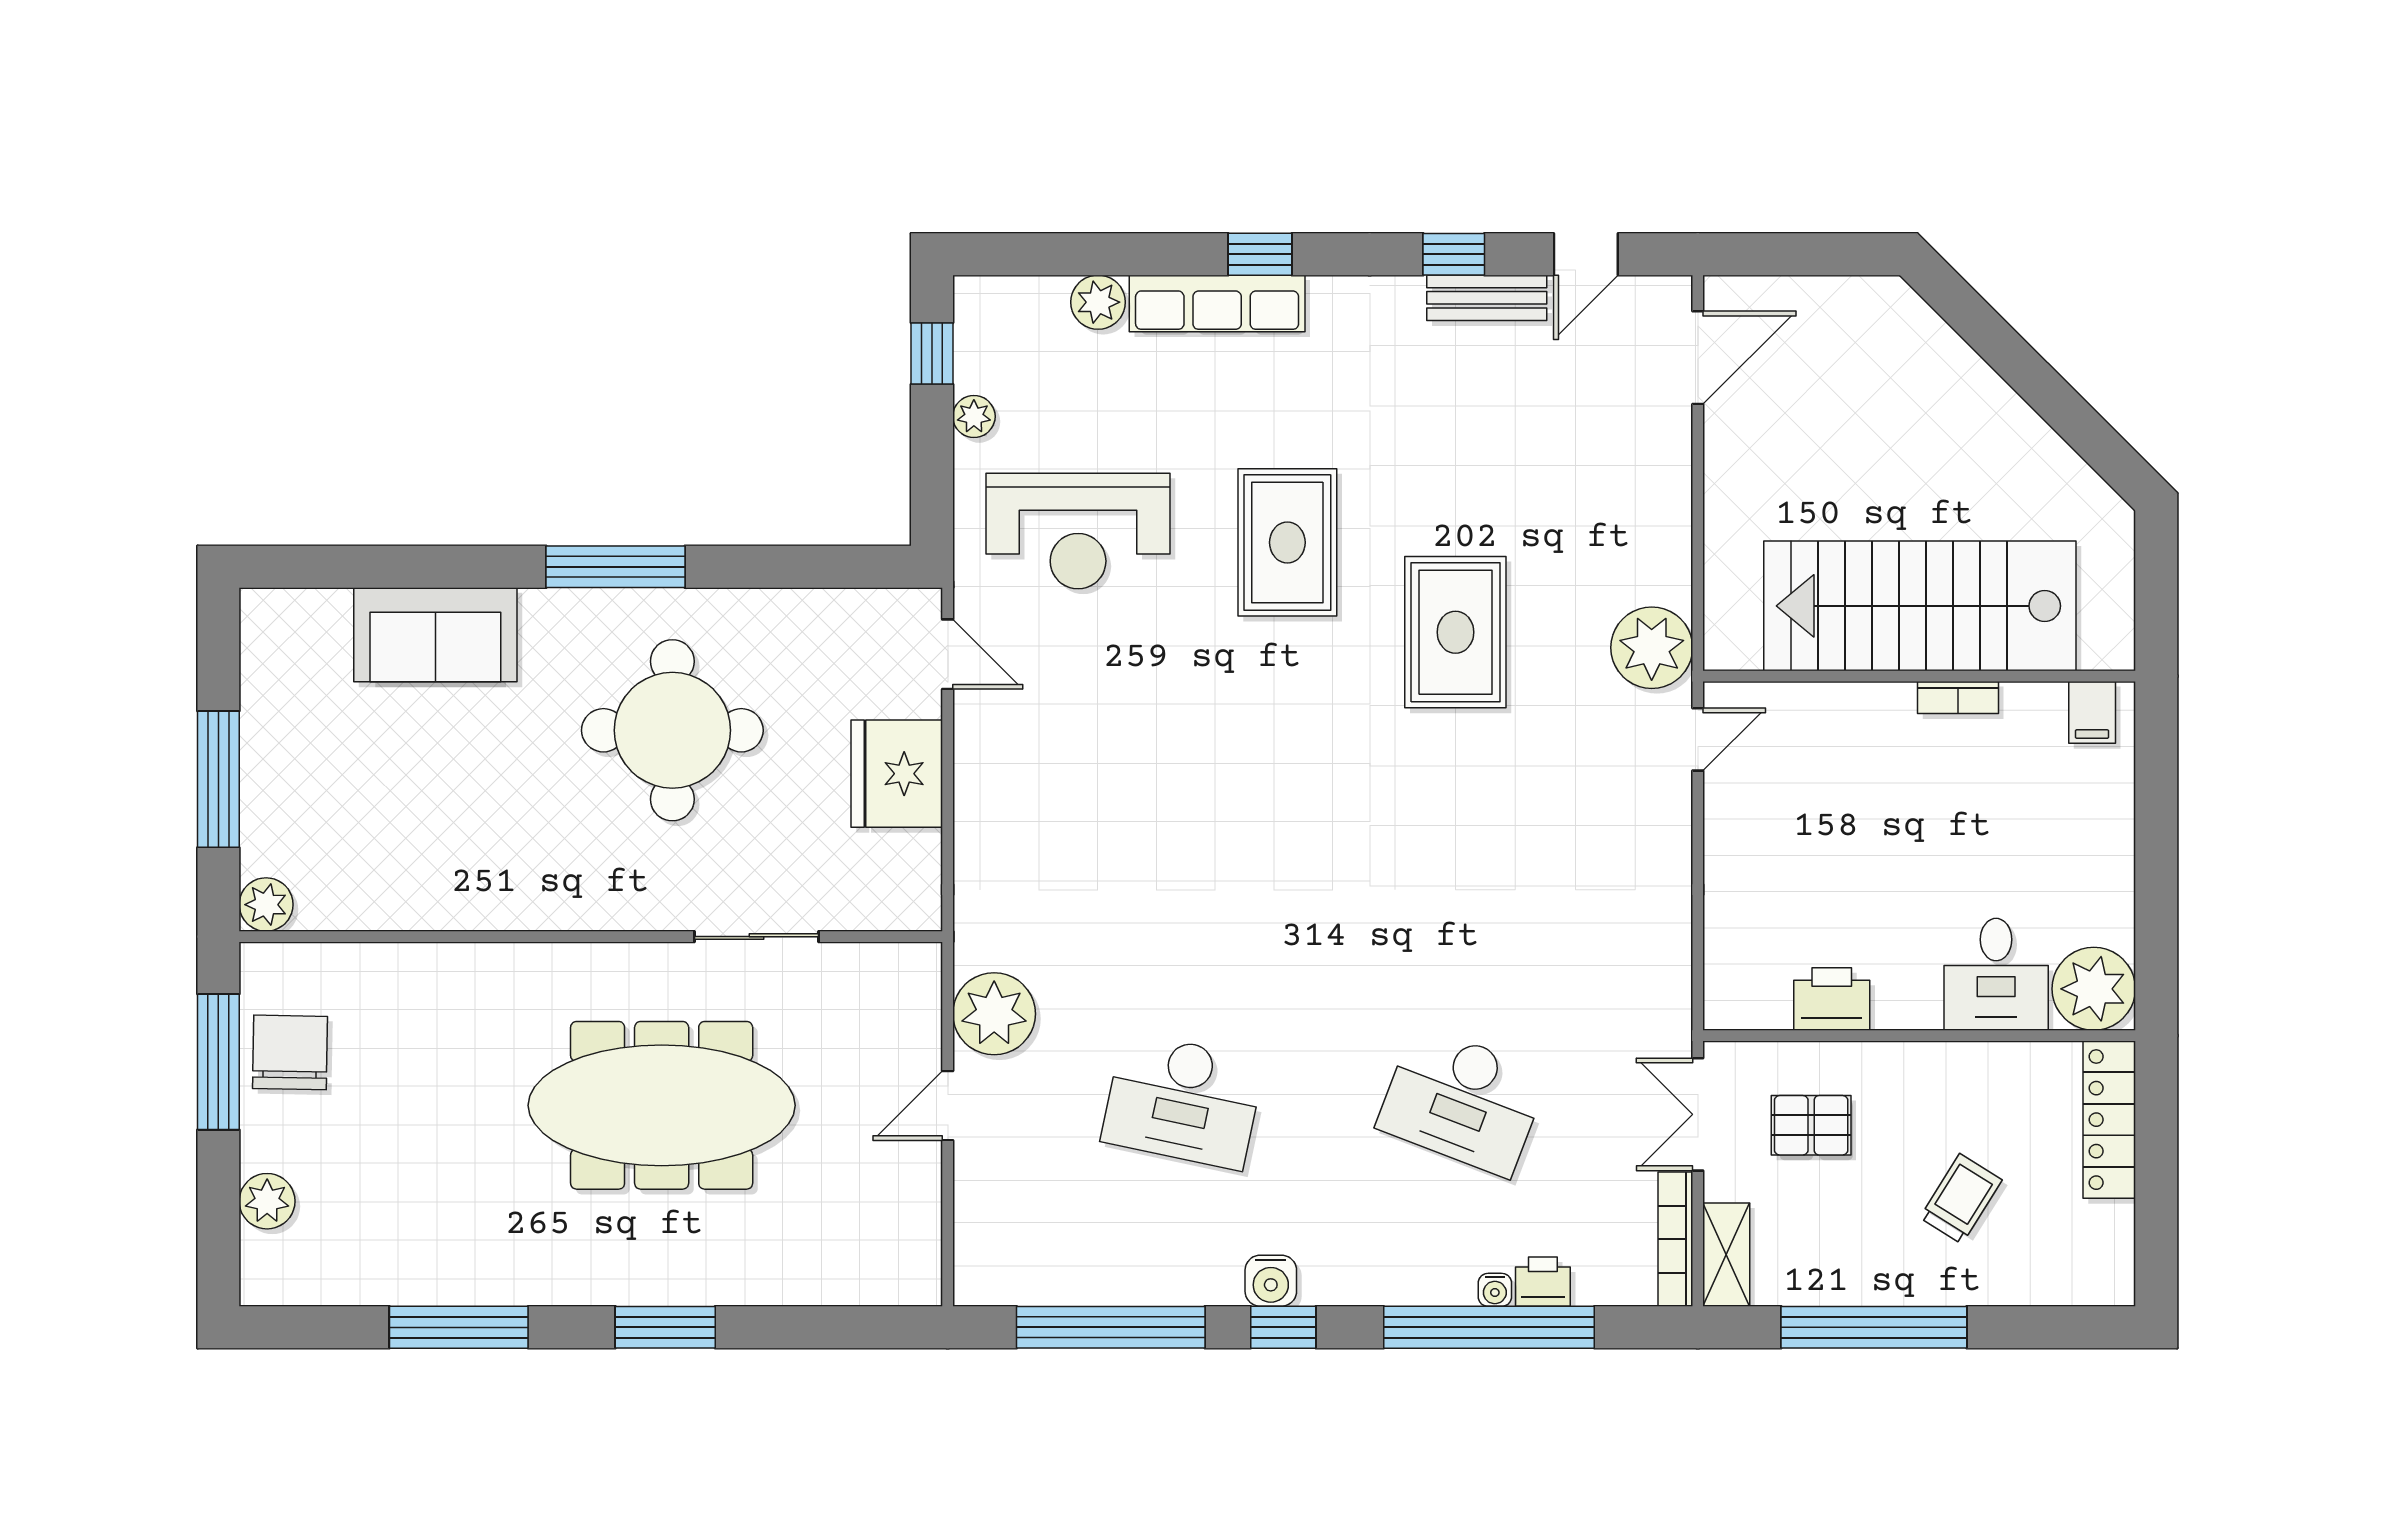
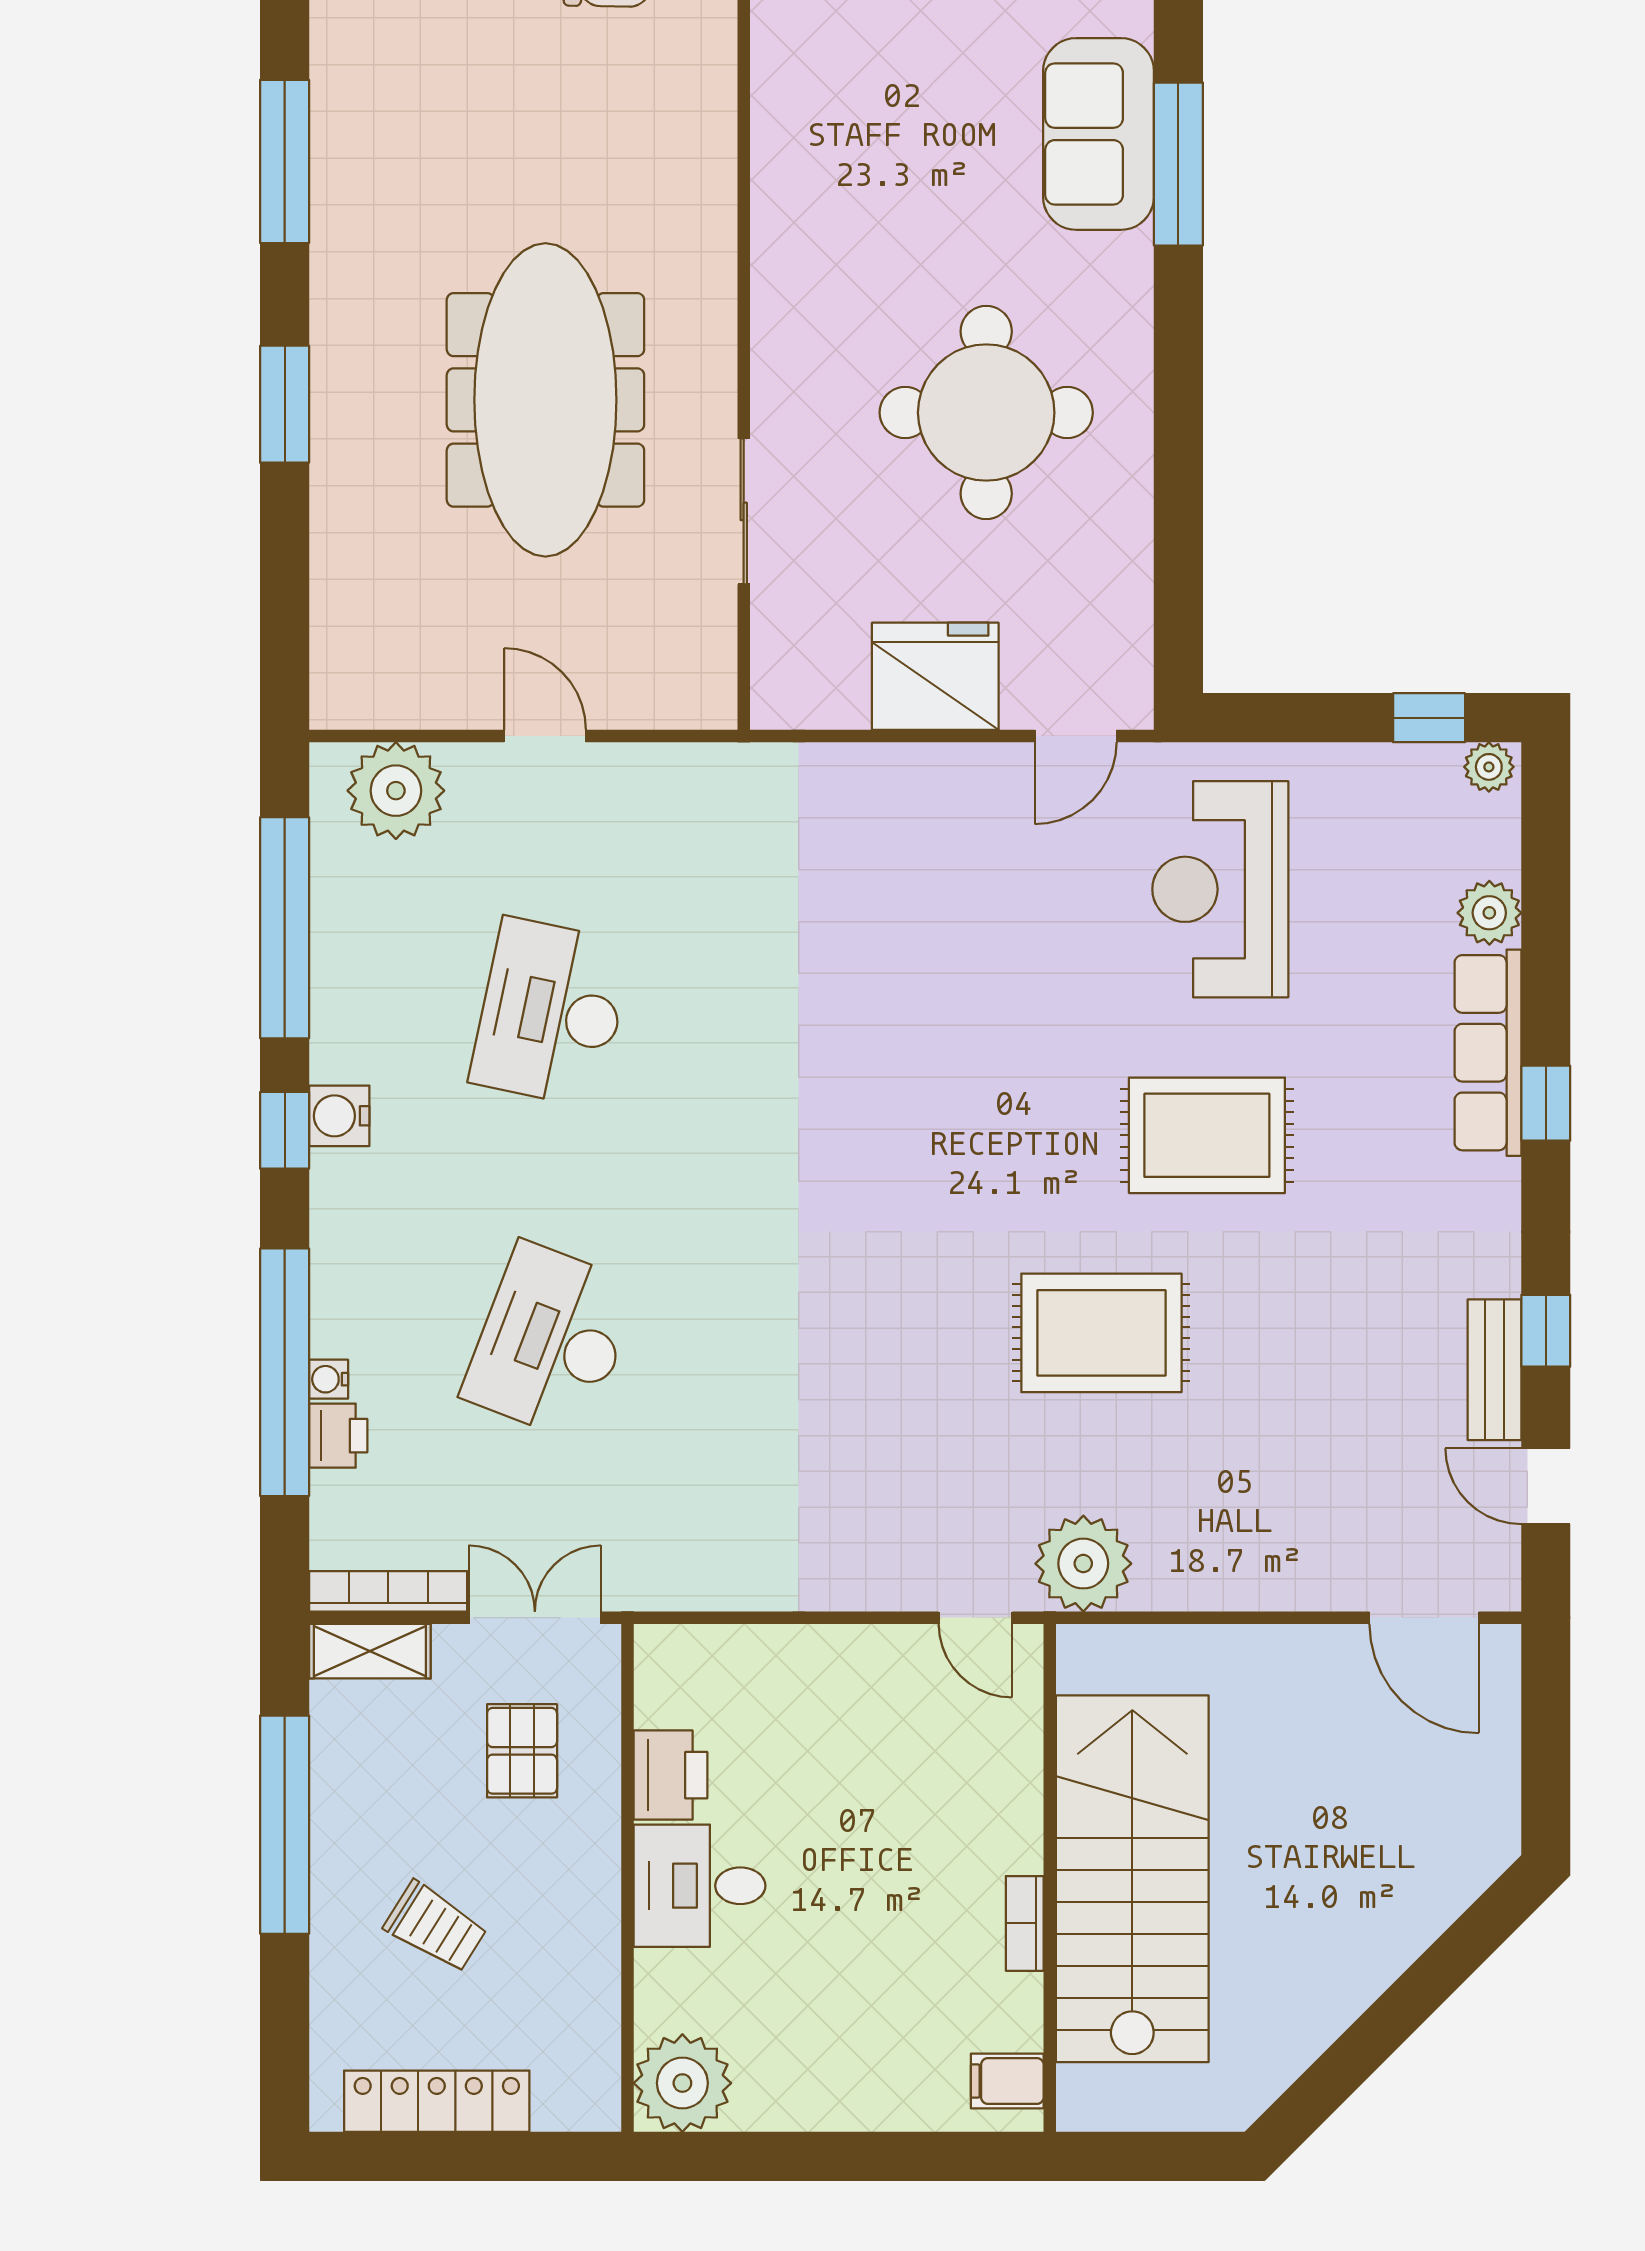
plant: (974, 416) -> (1489, 767), moved
window: (616, 567) -> (1178, 164), moved
desk: (1996, 974) -> (699, 1886), moved
plant: (994, 1014) -> (396, 791), moved
locker: (2109, 1120) -> (437, 2101), moved

